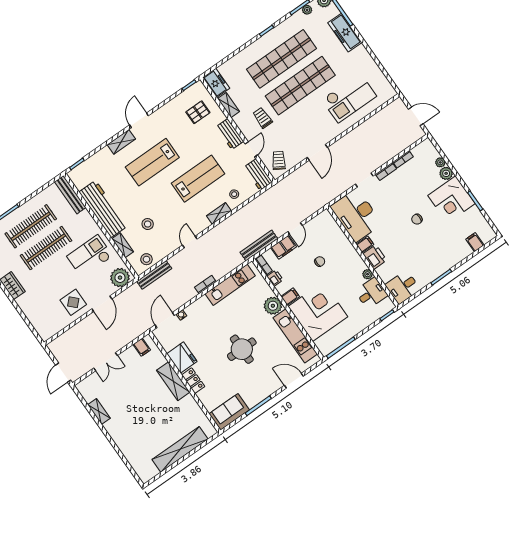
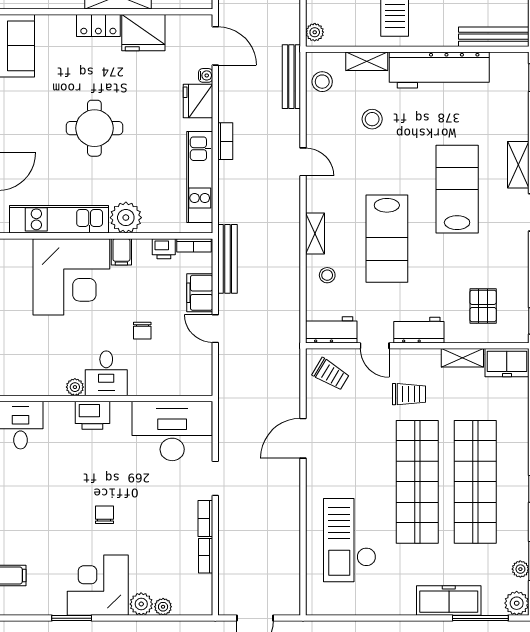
door: (317, 152) -> (303, 438), hinge flipped
filing cabinet: (365, 244) -> (121, 414), removed
plant: (120, 278) -> (315, 32), width x0.53, depth x0.53
desk: (371, 293) -> (106, 373), moved
fridge: (196, 310) -> (198, 101), added

